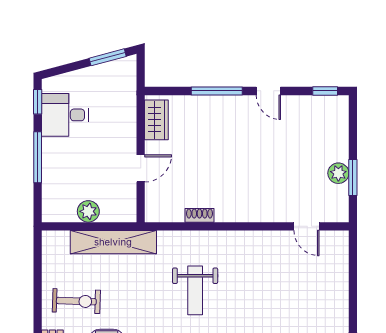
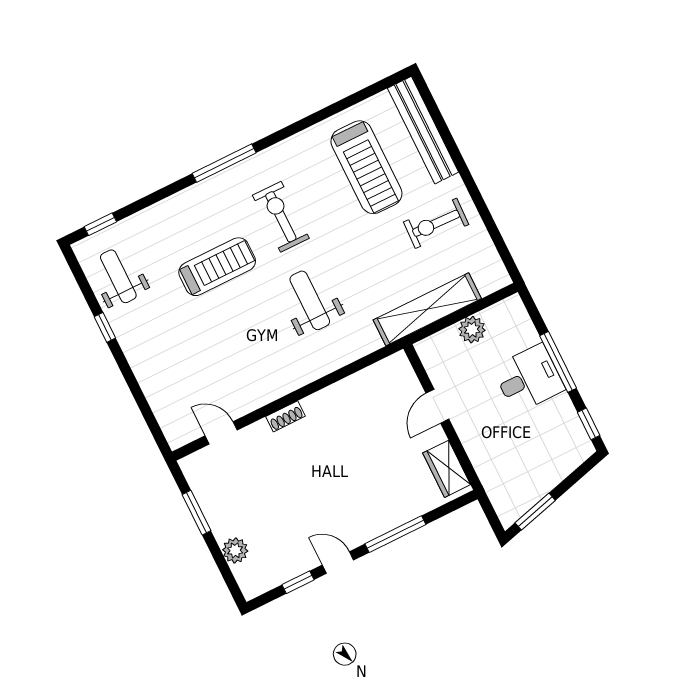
window: (325, 91) -> (298, 582), moved
desk: (65, 115) -> (529, 379), moved
plant: (338, 173) -> (235, 550), moved
shoe rack: (199, 215) -> (286, 416), moved

